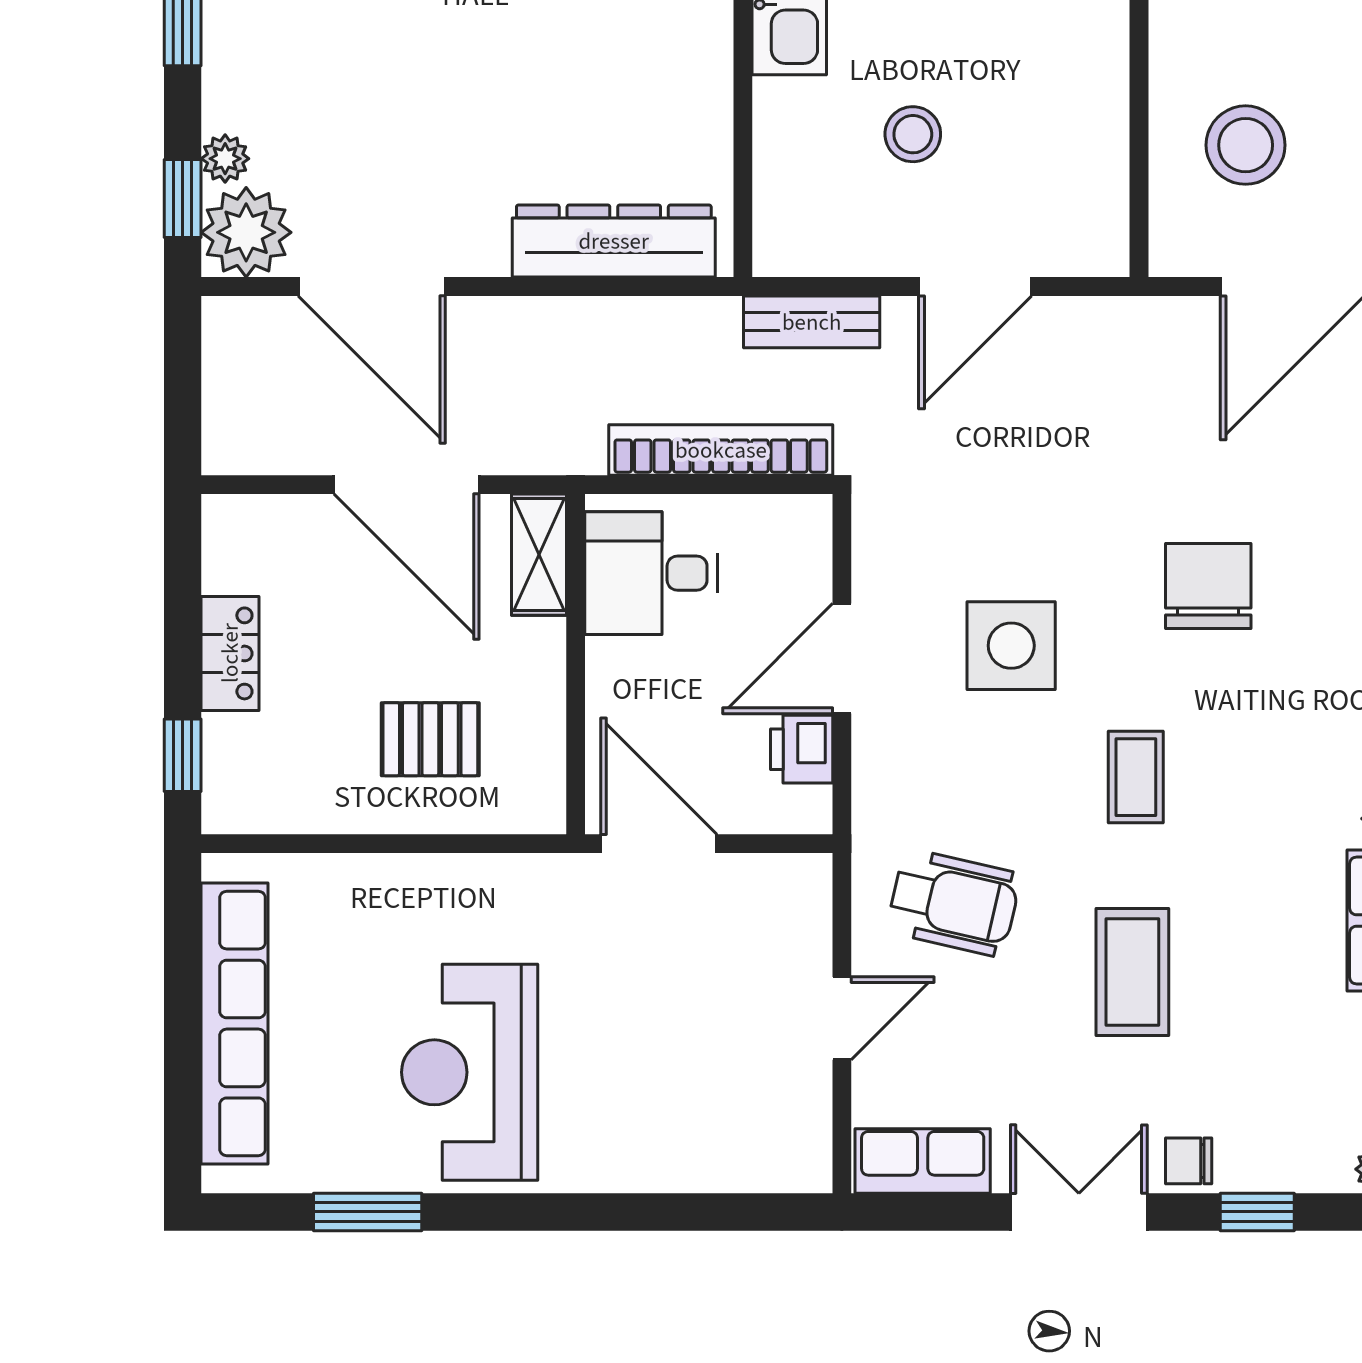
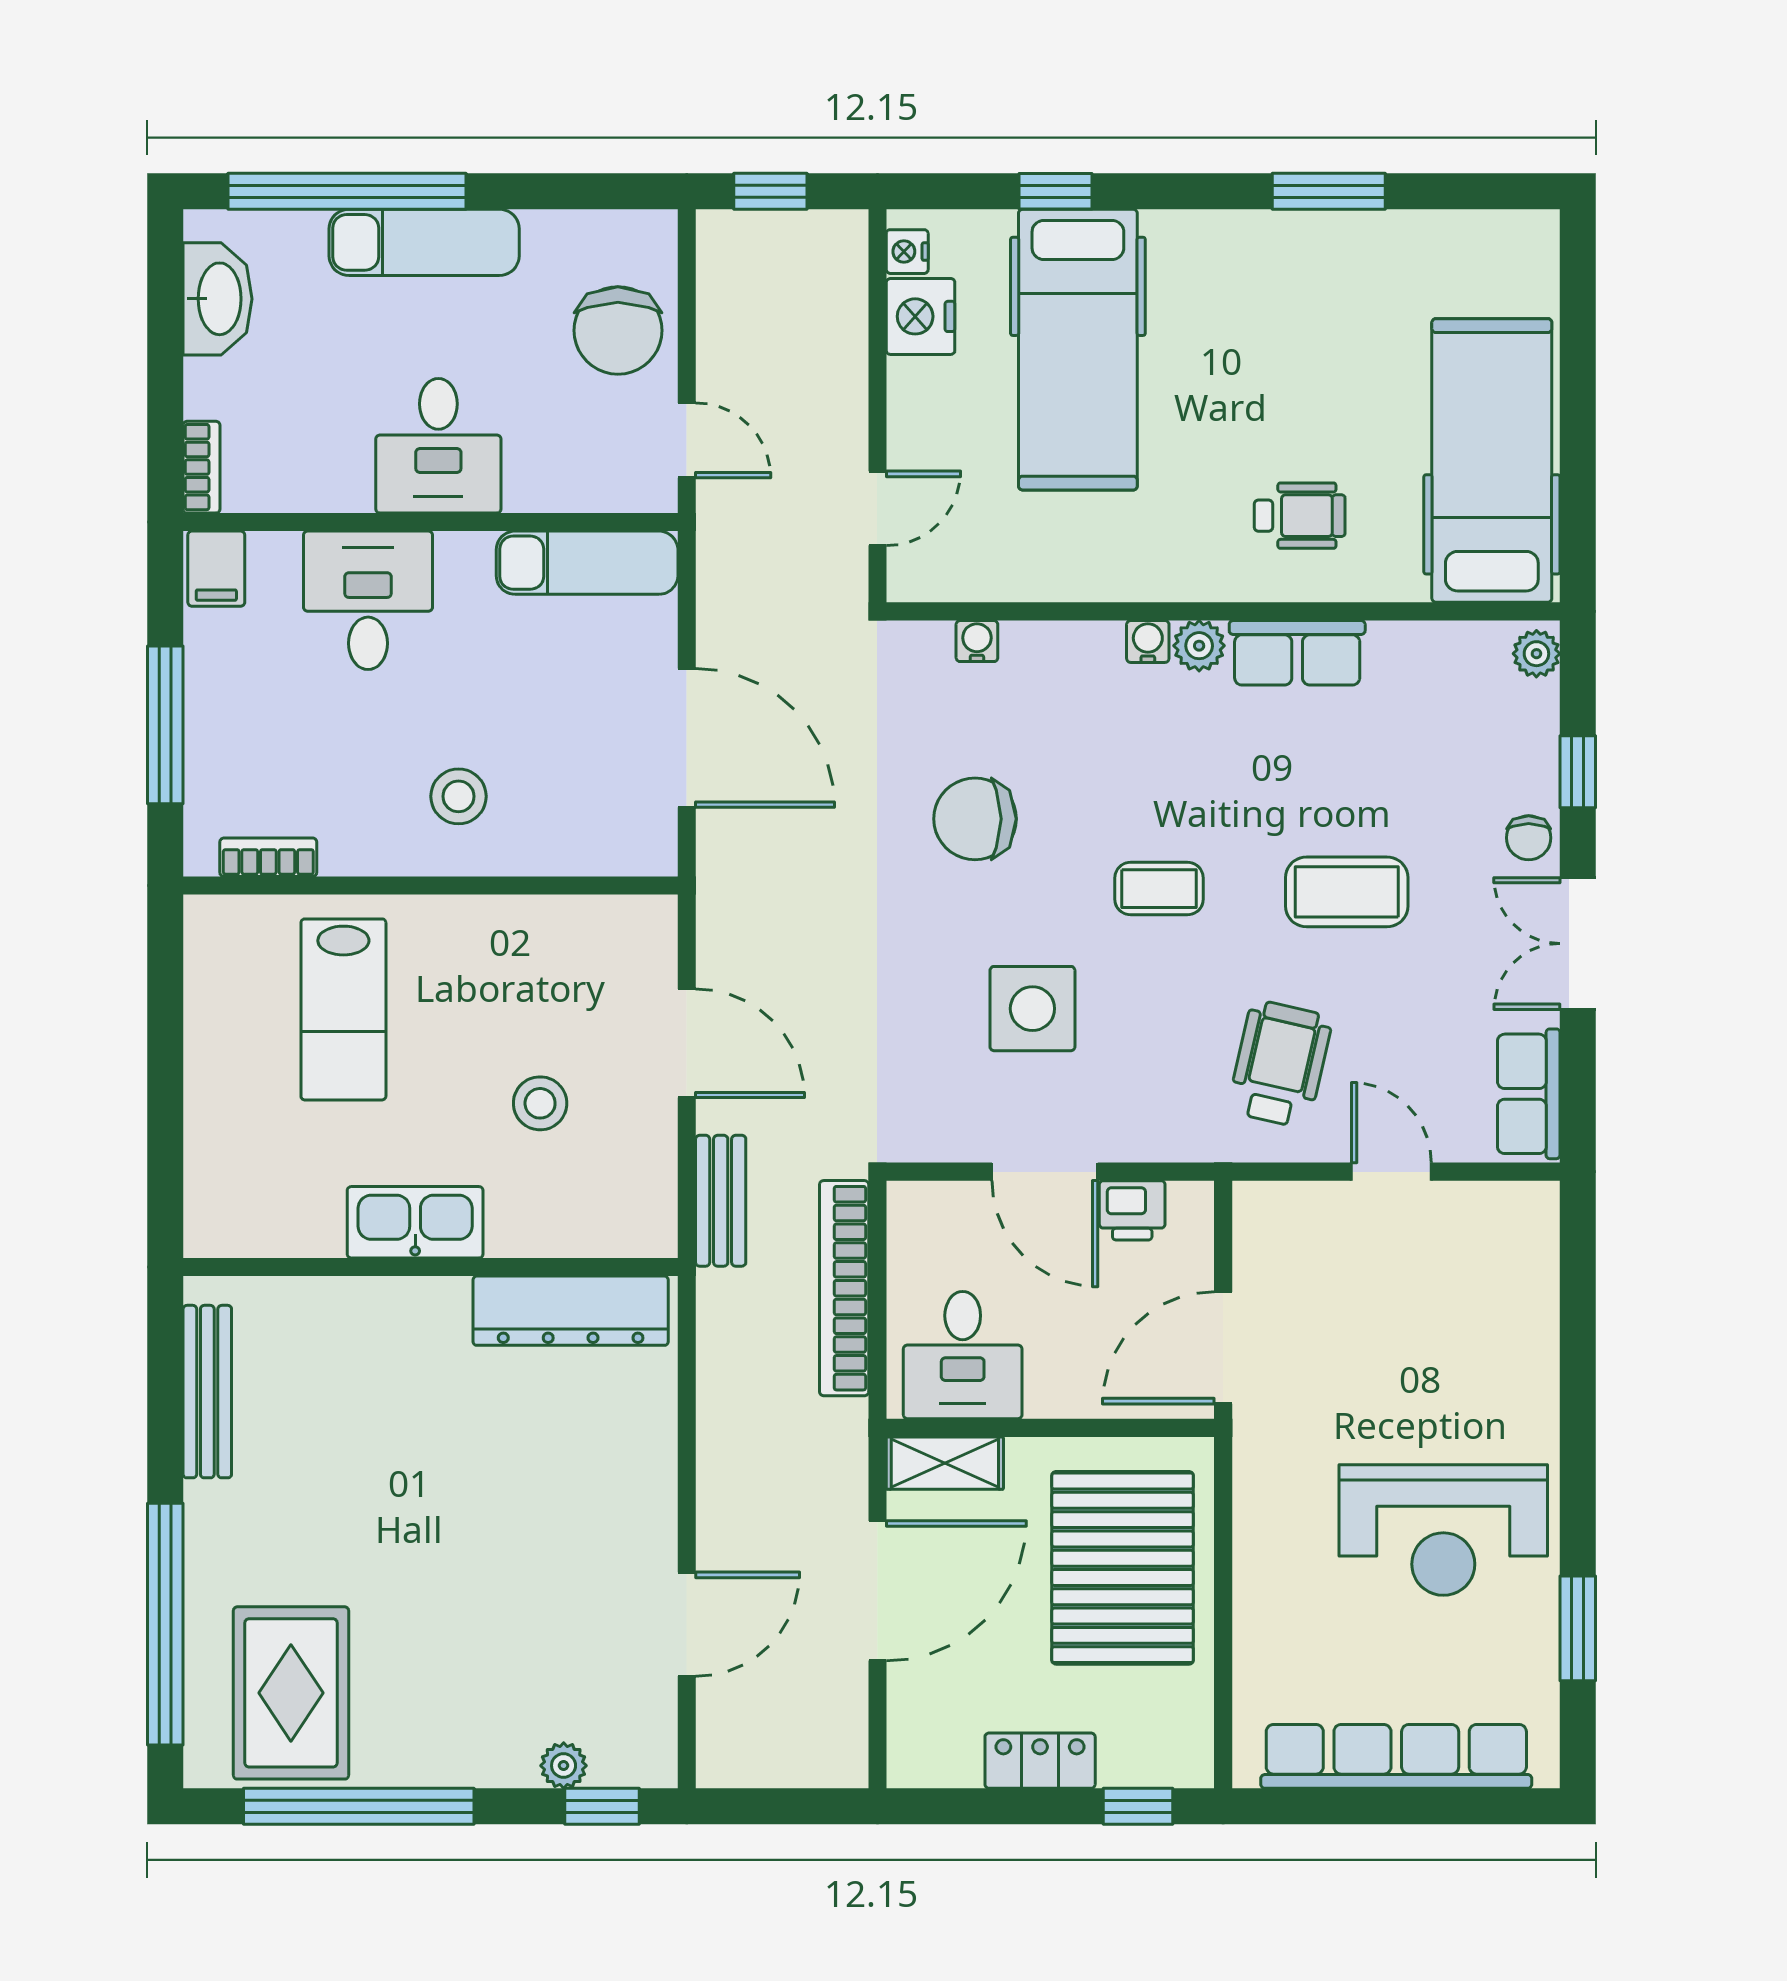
stool: (1246, 145) -> (459, 796), moved, width x0.73, depth x0.73
plant: (246, 232) -> (635, 1745), removed
dresser: (614, 241) -> (571, 1311), moved, turned -90
door: (372, 287) -> (687, 1624), width x0.73
pallet: (430, 739) -> (1123, 1568), width x2.05, depth x2.00

